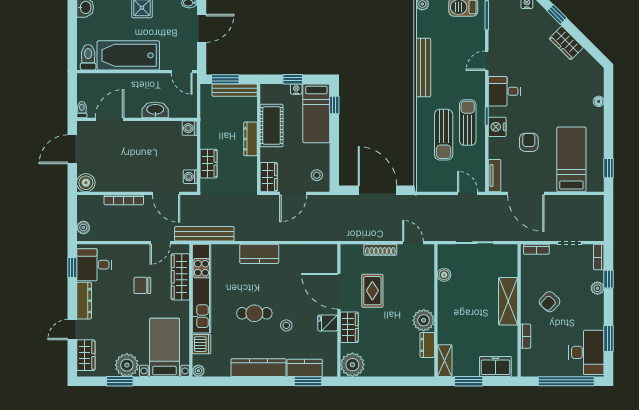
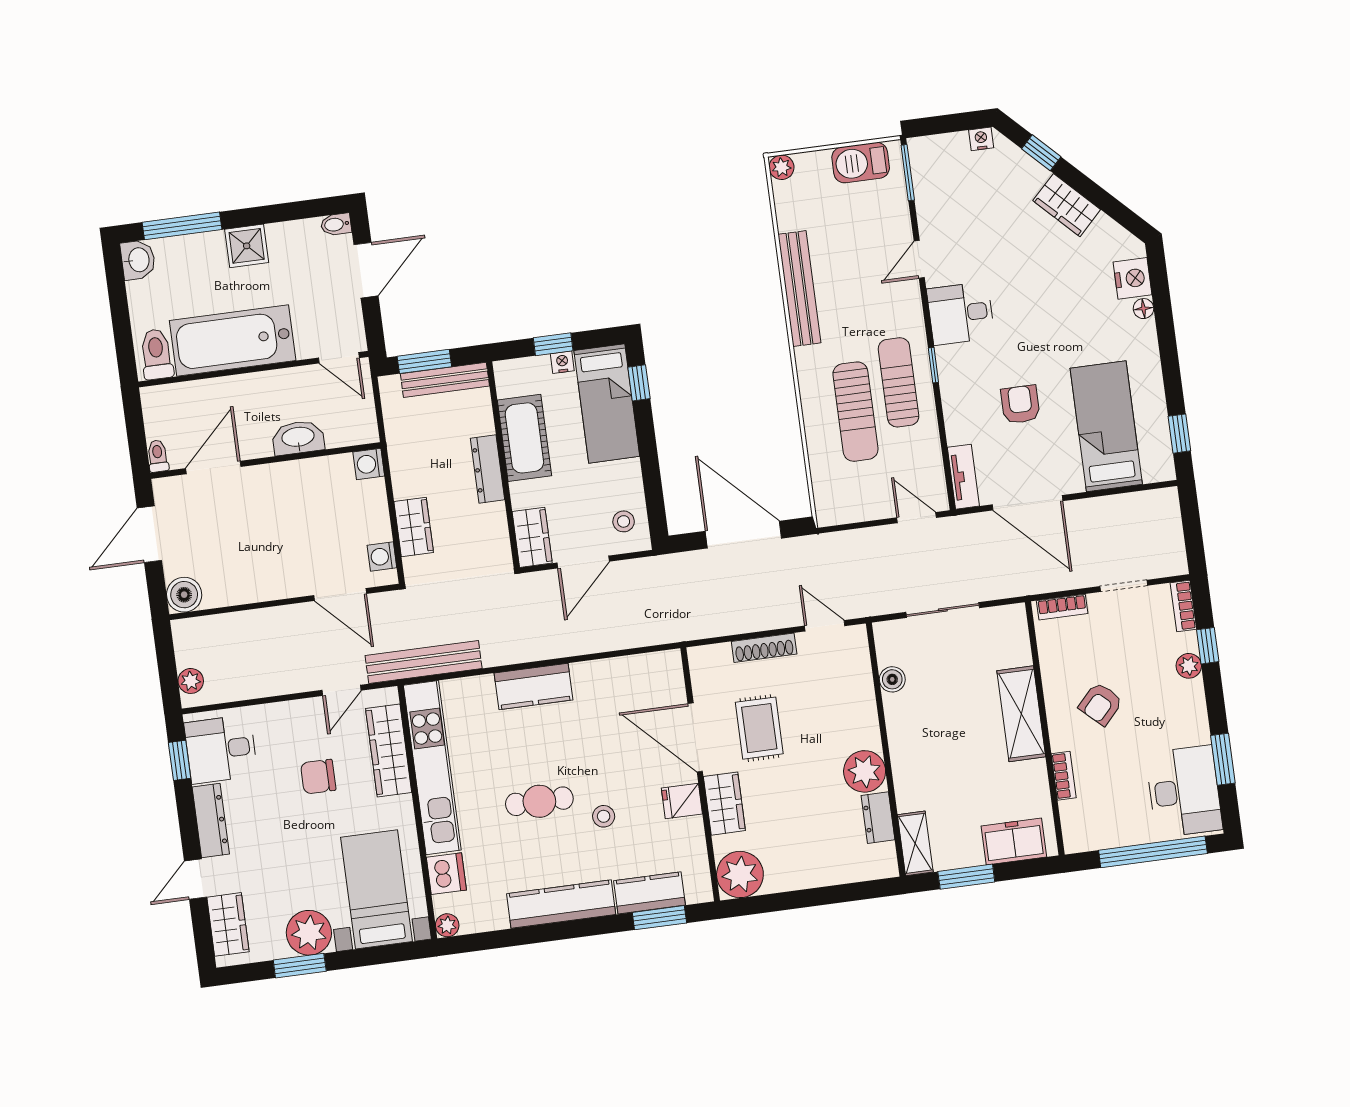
nightstand: (497, 127) -> (1133, 278), moved, turned 180
bookcase: (124, 200) -> (261, 618), removed

